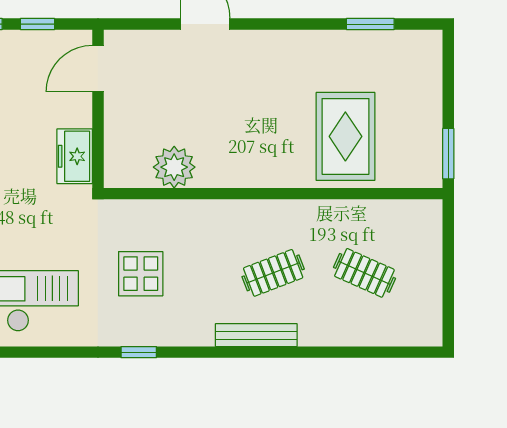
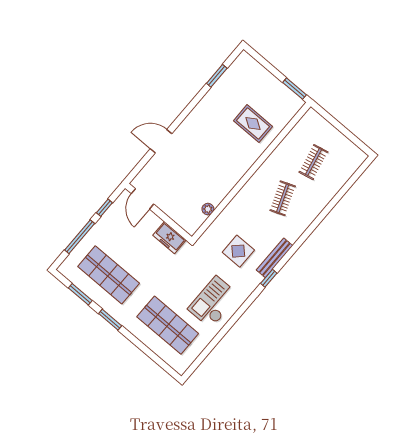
rug: (345, 136) -> (253, 124), width x0.73, depth x0.70
plant: (174, 167) -> (208, 209), width x0.53, depth x0.53
clothes rail: (364, 273) -> (314, 162), turned -36
bench: (256, 335) -> (275, 258), moved

